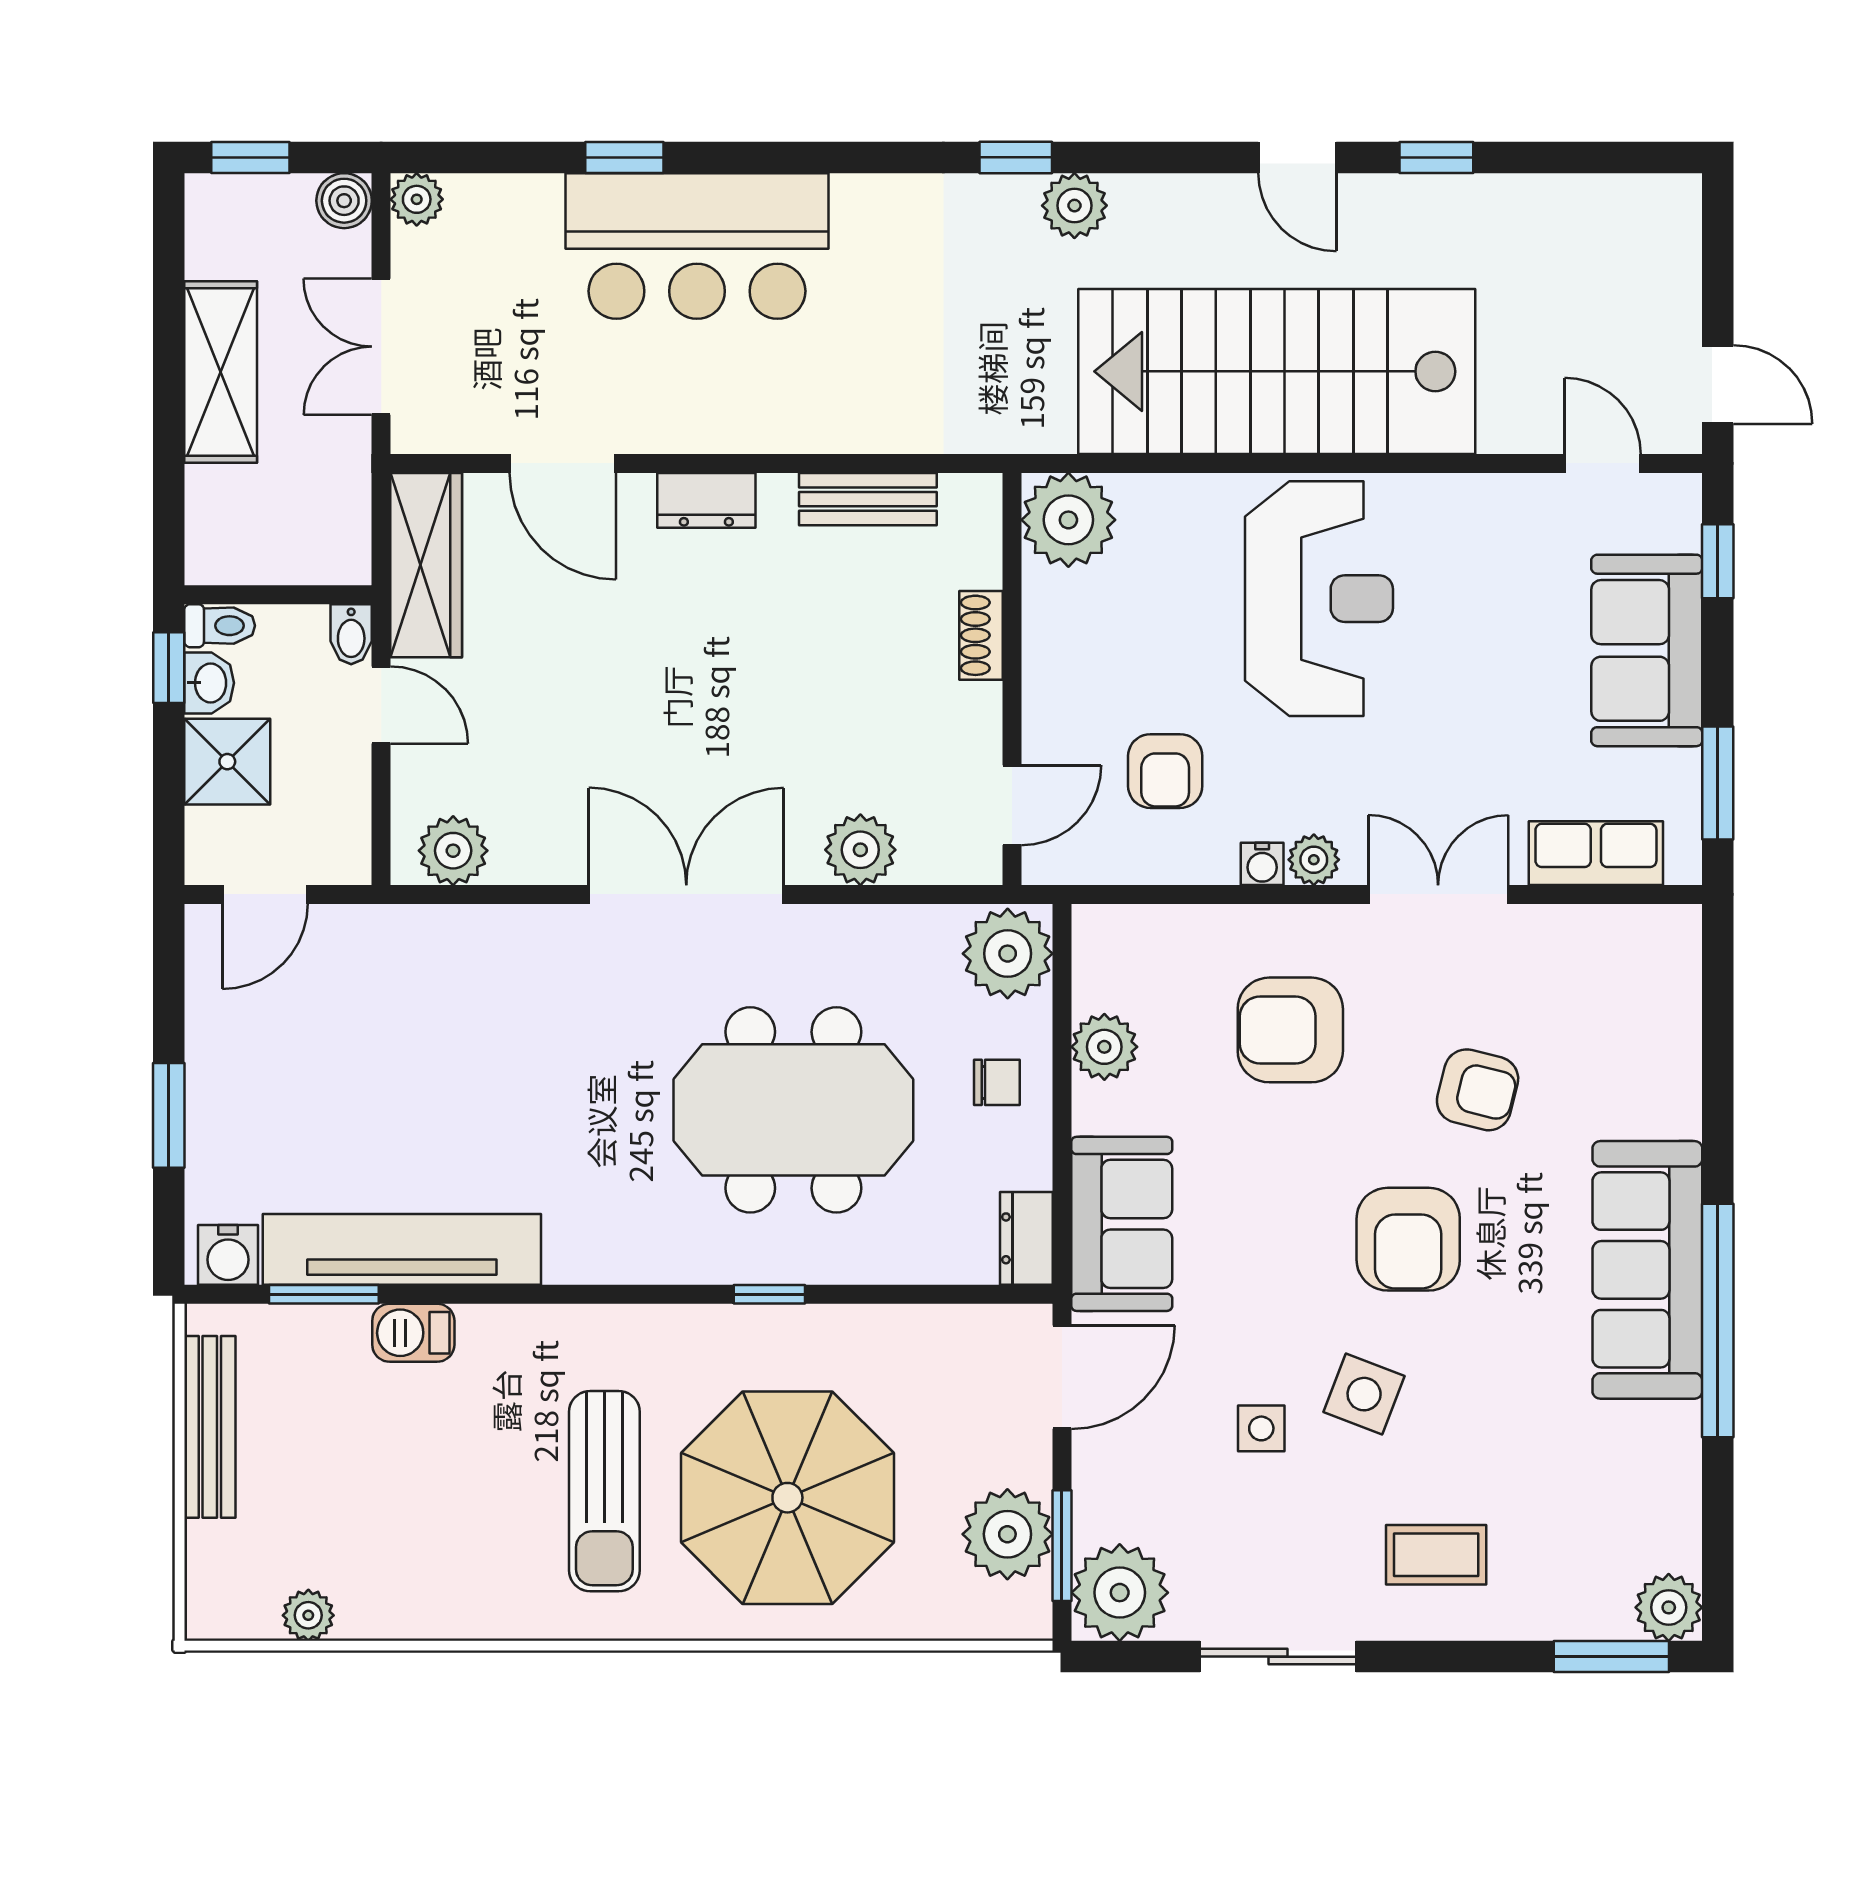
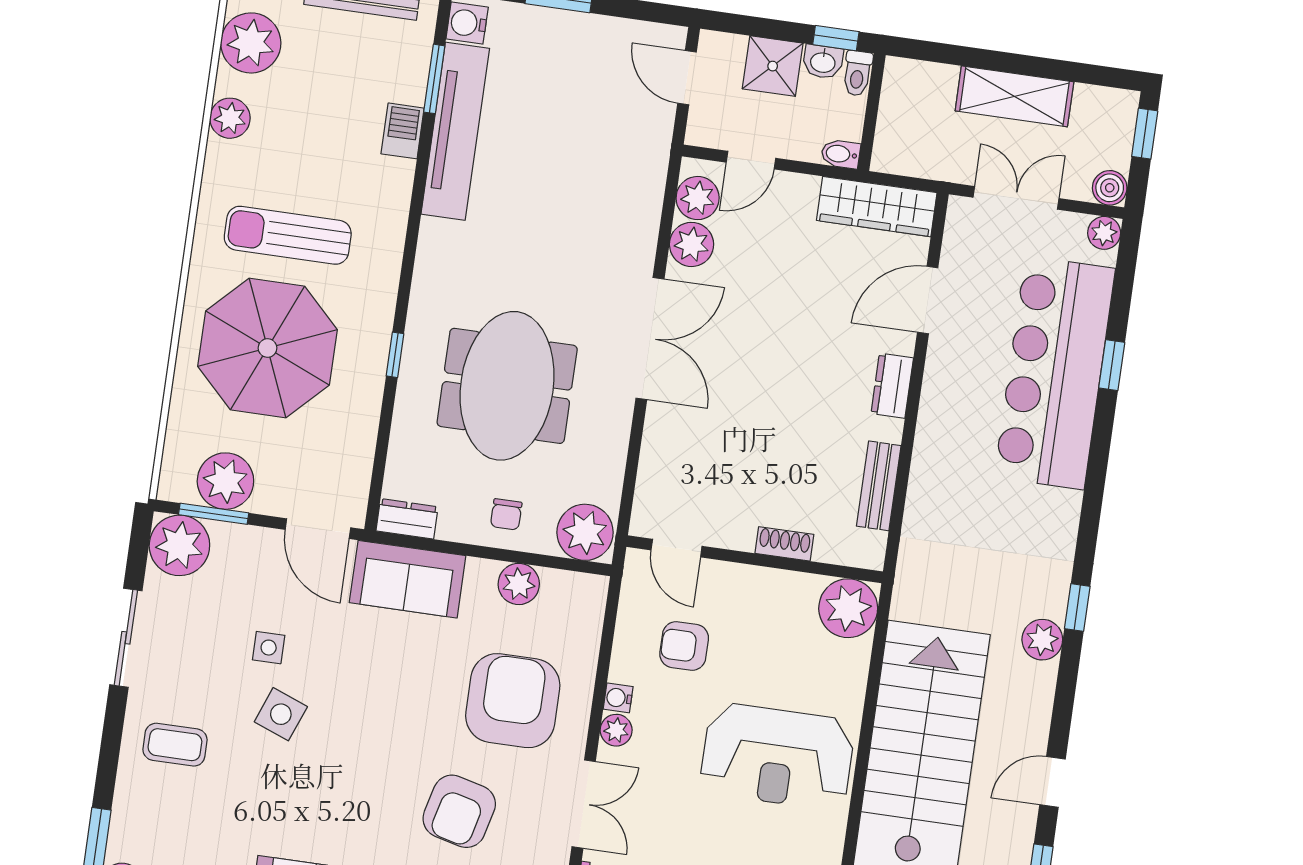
bar counter: (697, 246) -> (1055, 373), width x1.36
door: (381, 705) -> (751, 160), moved
plant: (860, 850) -> (692, 244), moved
armchair: (1290, 1030) -> (513, 701), width x1.36, depth x1.36
armchair: (1478, 1090) -> (459, 811), width x1.38, depth x1.38
armchair: (1408, 1239) -> (373, 755), removed
coffee table: (1436, 1555) -> (175, 745), turned 90
plant: (432, 1609) -> (230, 118), added
plant: (308, 1615) -> (251, 43), width x1.88, depth x1.88

